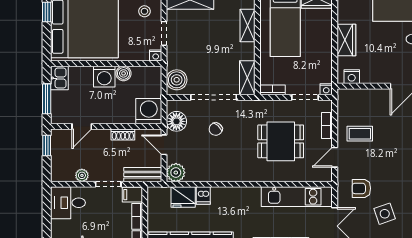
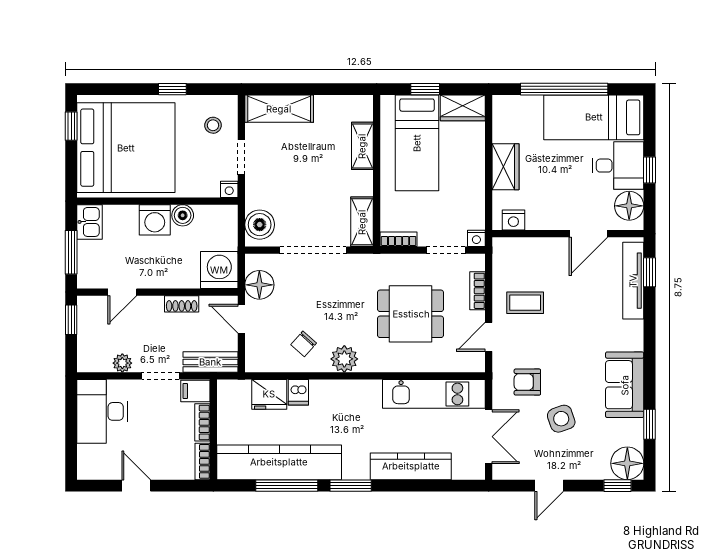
chair: (216, 129) -> (304, 344), moved
plant: (176, 173) -> (344, 359), moved
desk: (68, 203) -> (102, 411), width x1.37

